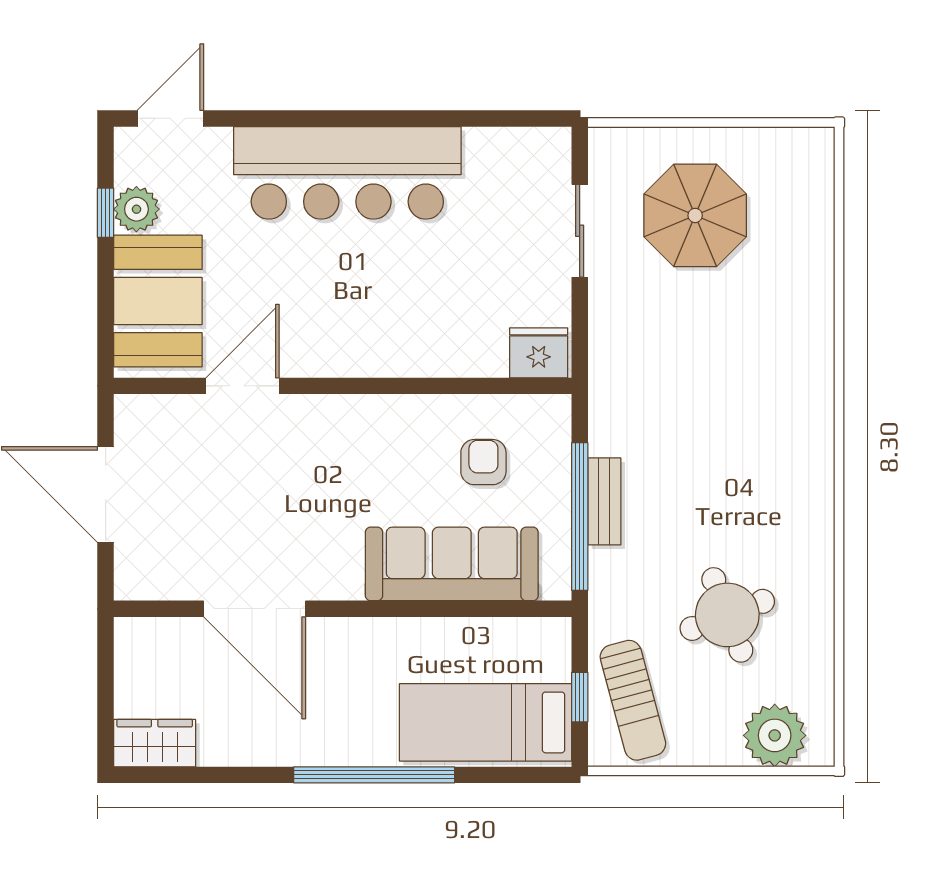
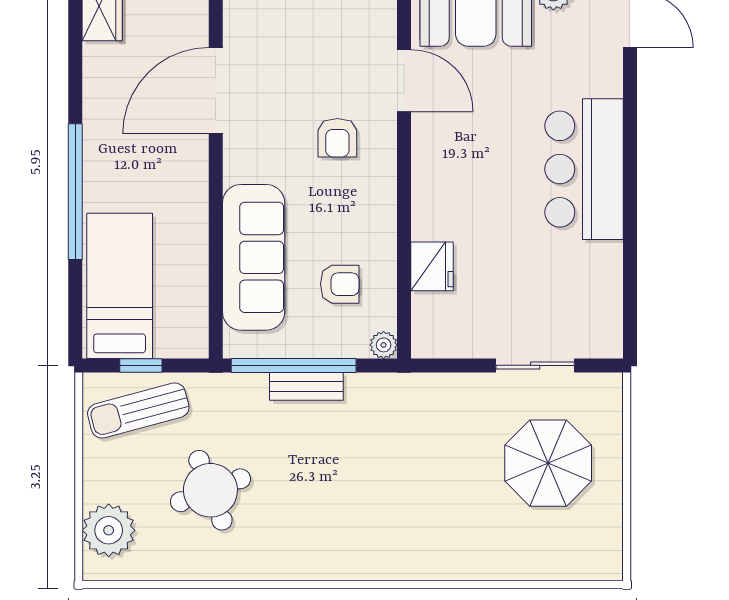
bar counter: (347, 173) -> (584, 169), width x0.73
fridge: (539, 353) -> (432, 266), moved
plant: (555, 410) -> (384, 345), added
armchair: (310, 465) -> (337, 138), added

